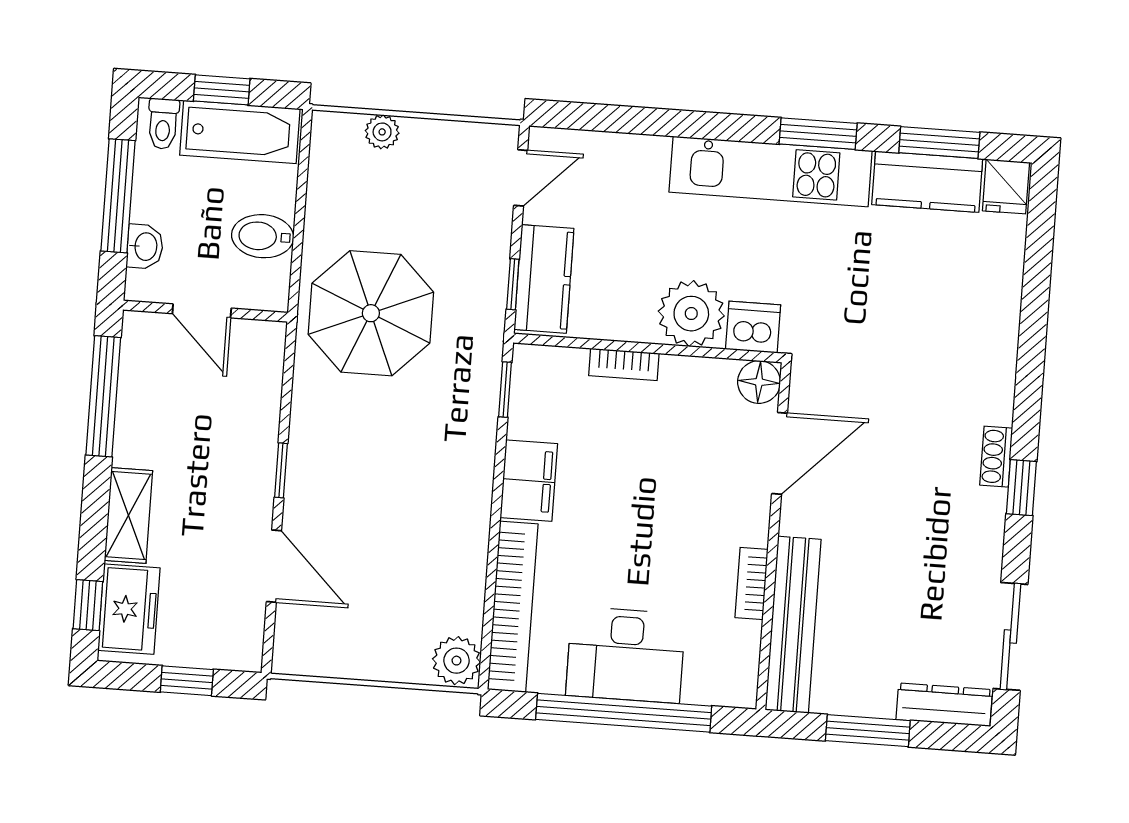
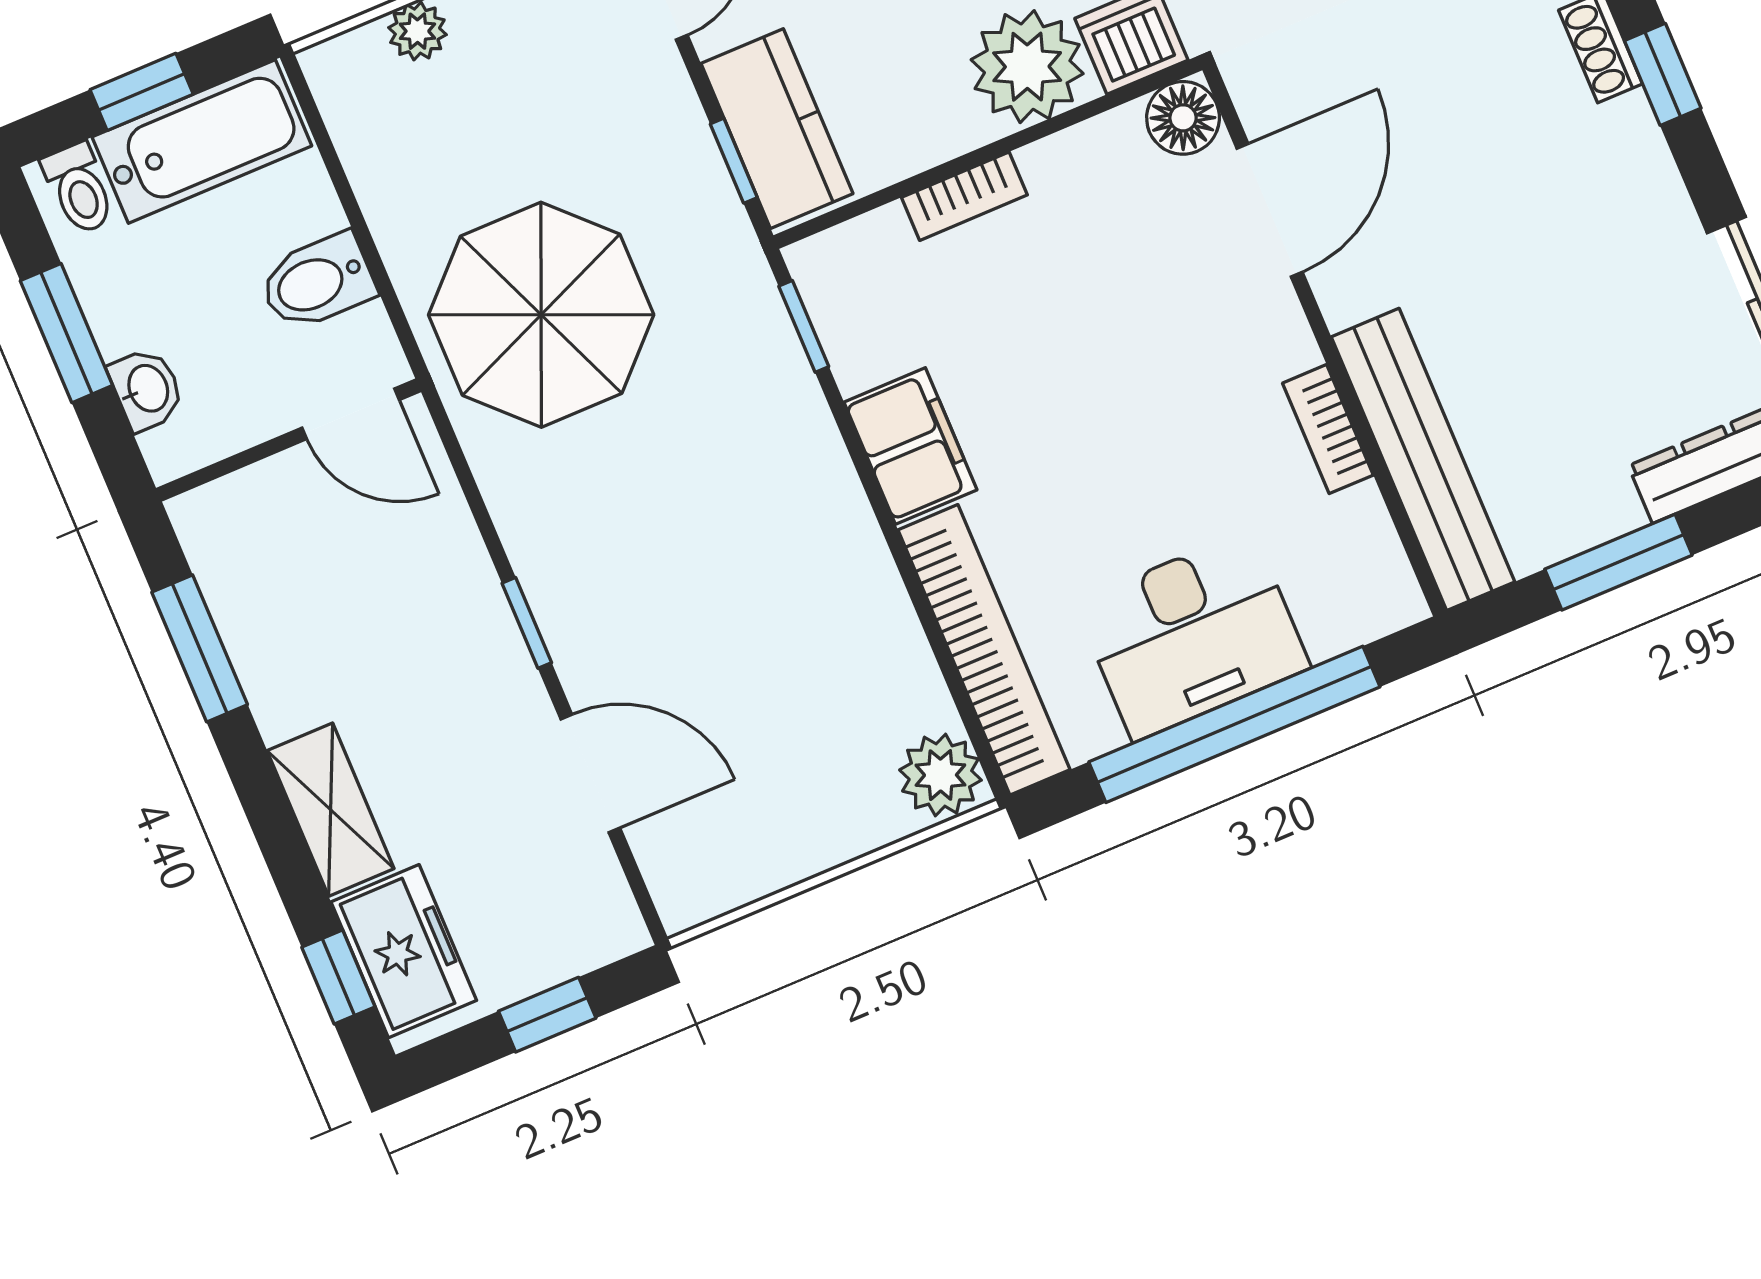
window: (118, 196) -> (66, 333), width x0.69
door: (202, 311) -> (351, 414), moved
window: (103, 396) -> (200, 648), width x0.69

